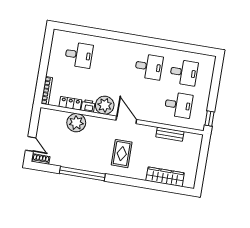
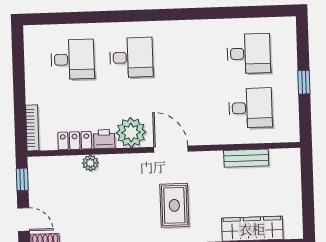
desk: (149, 67) -> (131, 57), moved
window: (209, 118) -> (304, 82), moved
window: (35, 120) -> (22, 179), added
plant: (76, 123) -> (90, 163), width x0.53, depth x0.53

